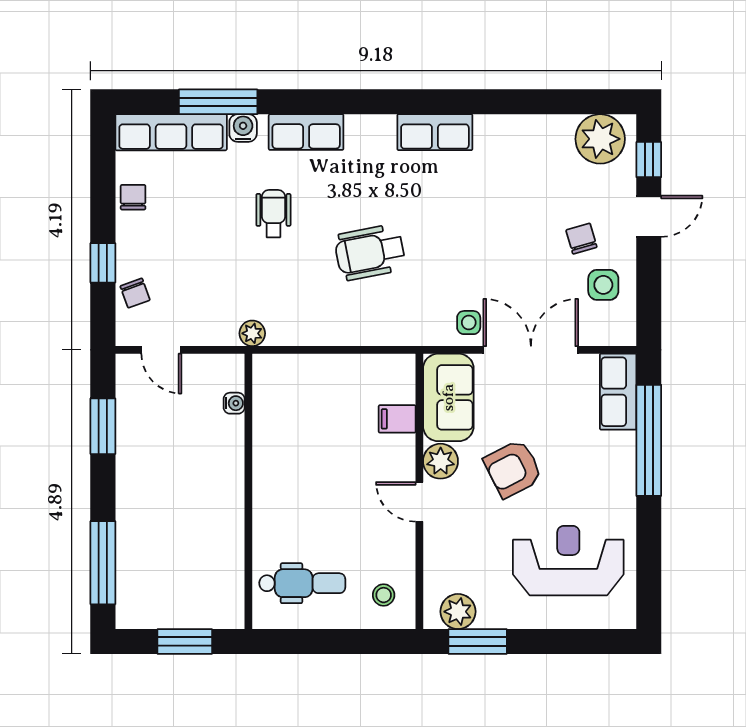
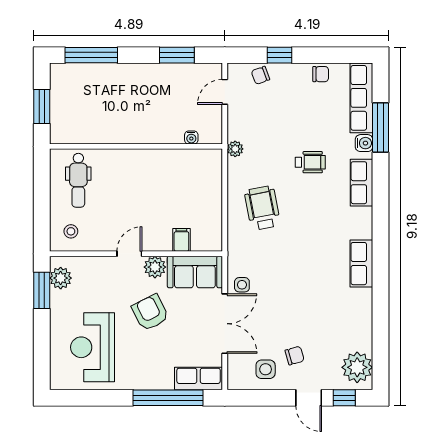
wheelchair: (370, 252) -> (262, 208), moved
reception desk: (568, 561) -> (93, 347), turned 180

